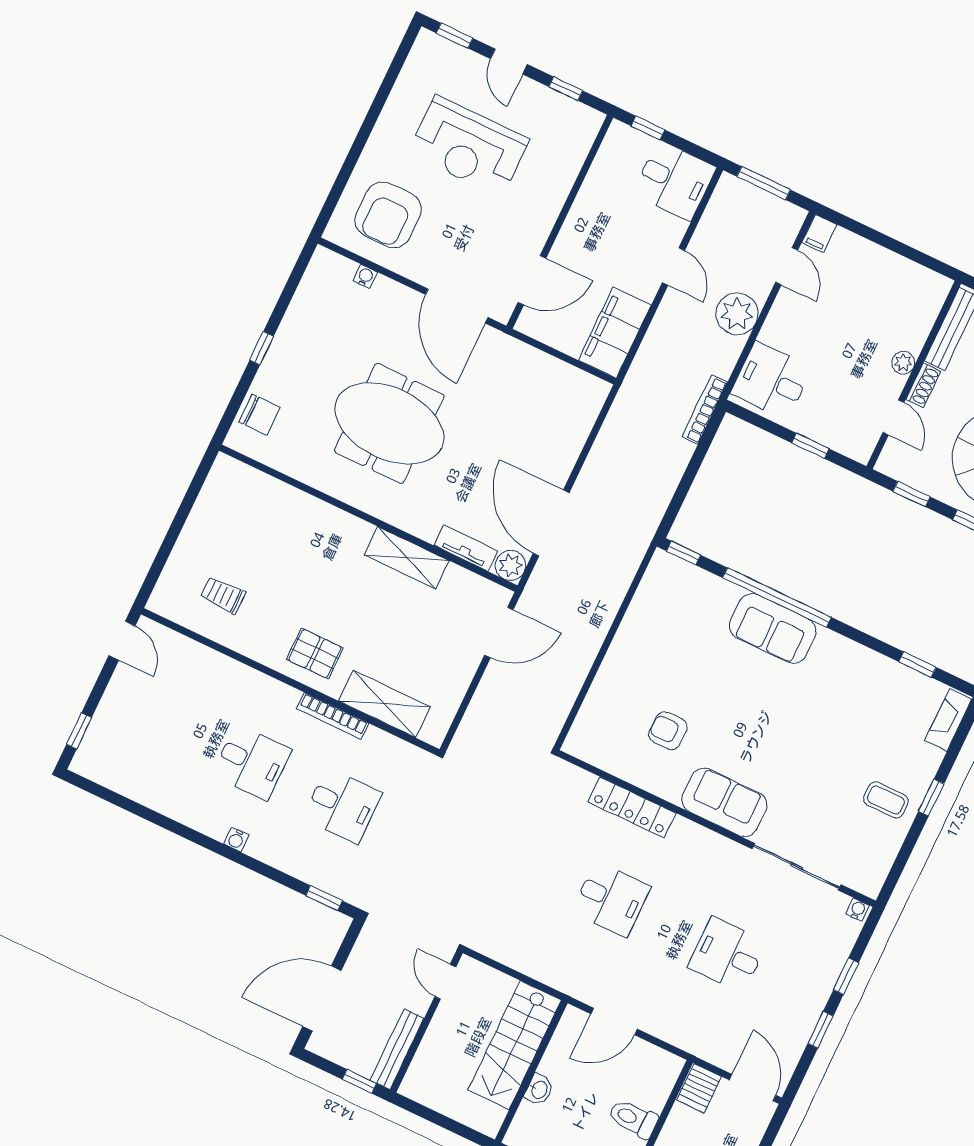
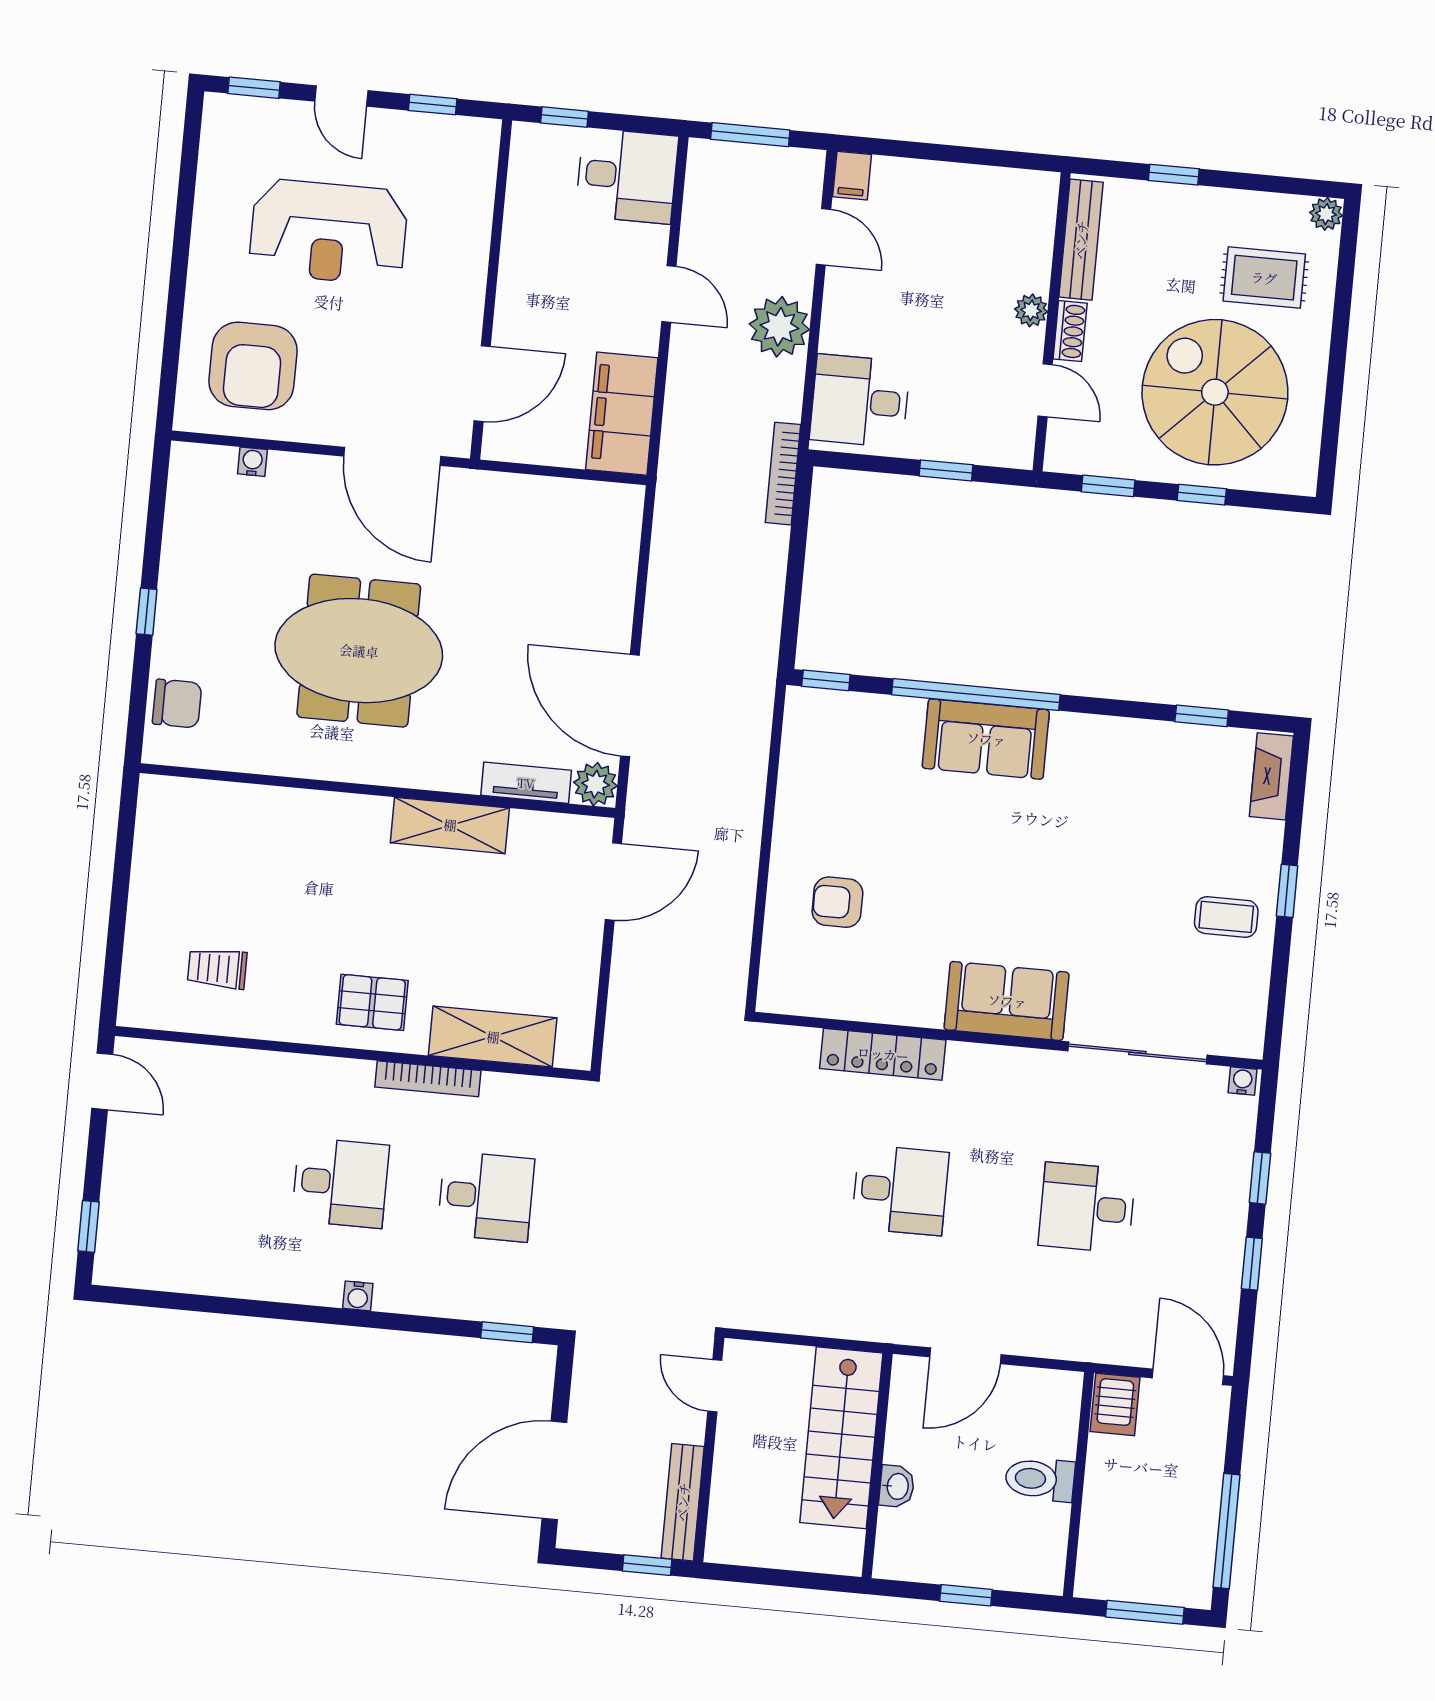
armchair: (668, 731) -> (837, 902), moved

